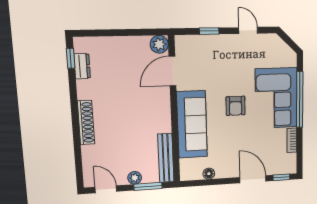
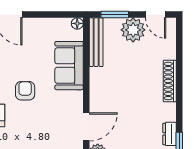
sofa: (192, 124) -> (69, 66), width x0.73
floor lamp: (209, 174) -> (77, 23), moved
plant: (135, 178) -> (133, 30), width x1.87, depth x1.87

